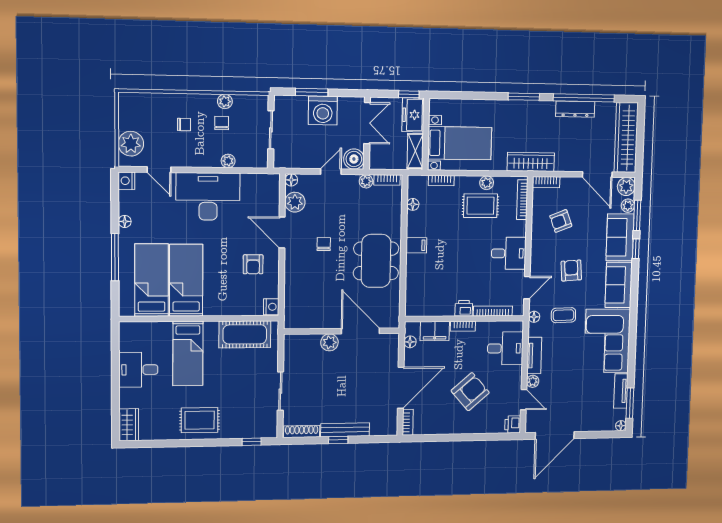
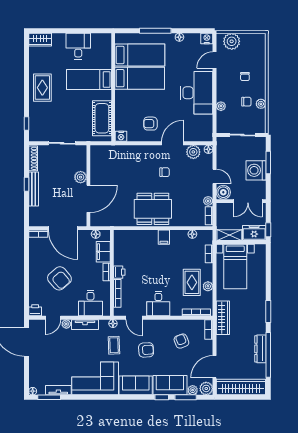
wall: (342, 331) -> (88, 186), moved
door: (360, 331) -> (88, 199), moved
plant: (329, 342) -> (81, 177), moved

